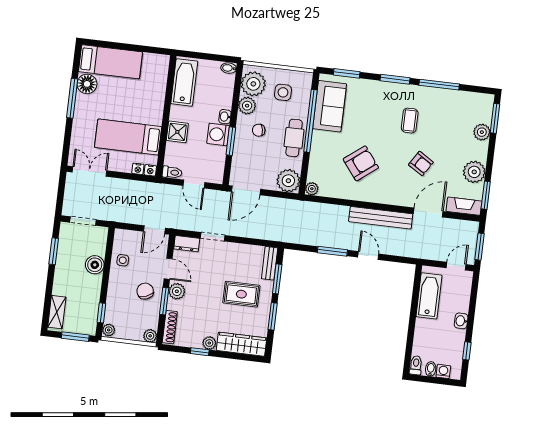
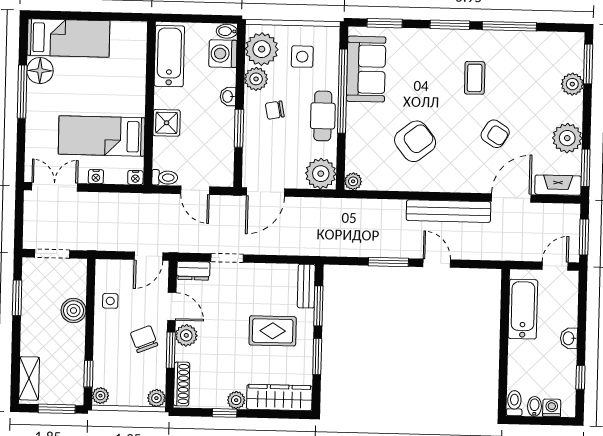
washing machine: (218, 134) -> (223, 54), moved
nightstand: (138, 169) -> (96, 177), moved

